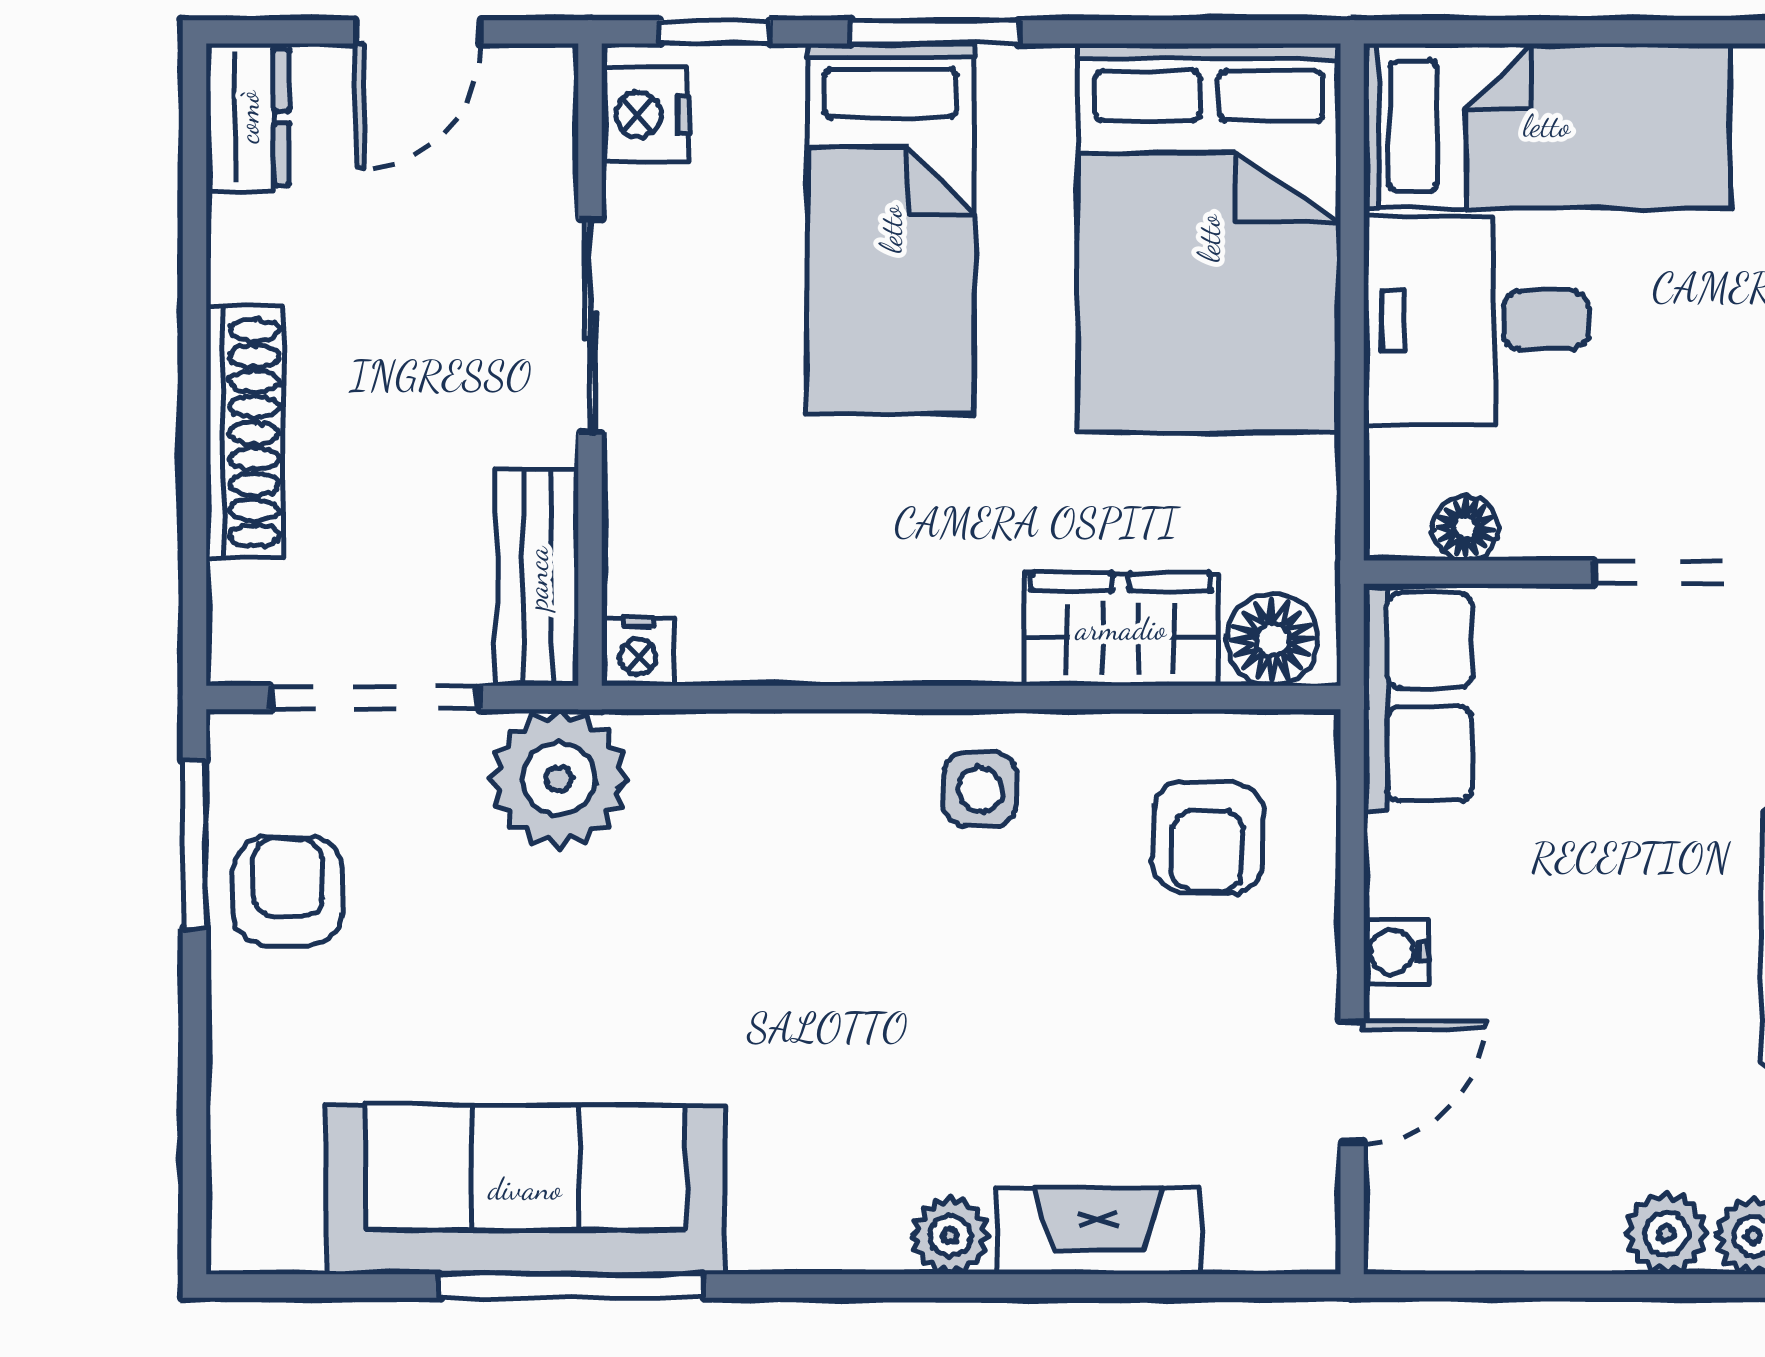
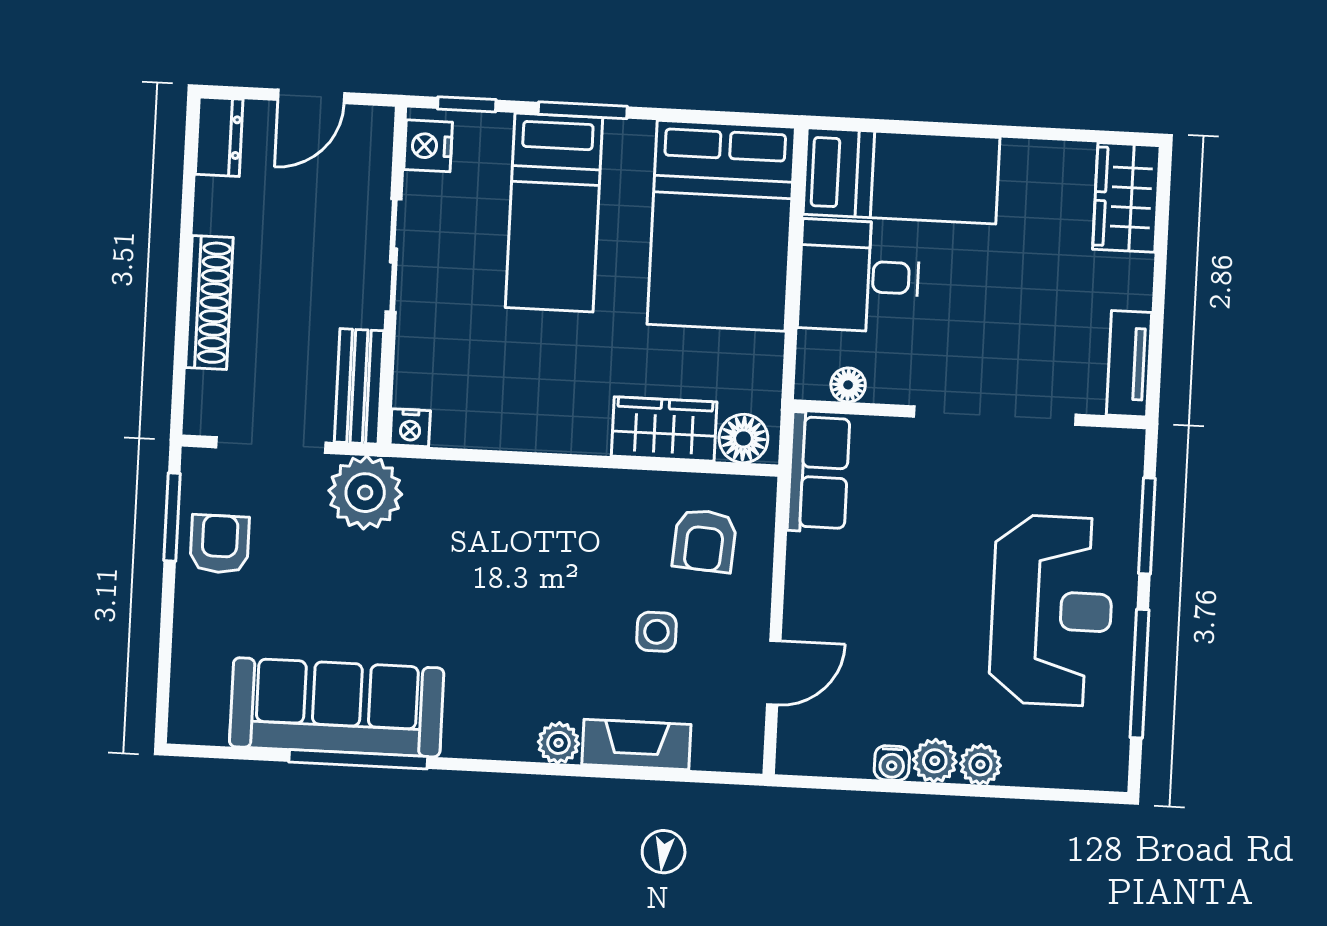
side table: (980, 789) -> (656, 632), moved
water cooler: (1396, 951) -> (892, 763), moved, turned -90

